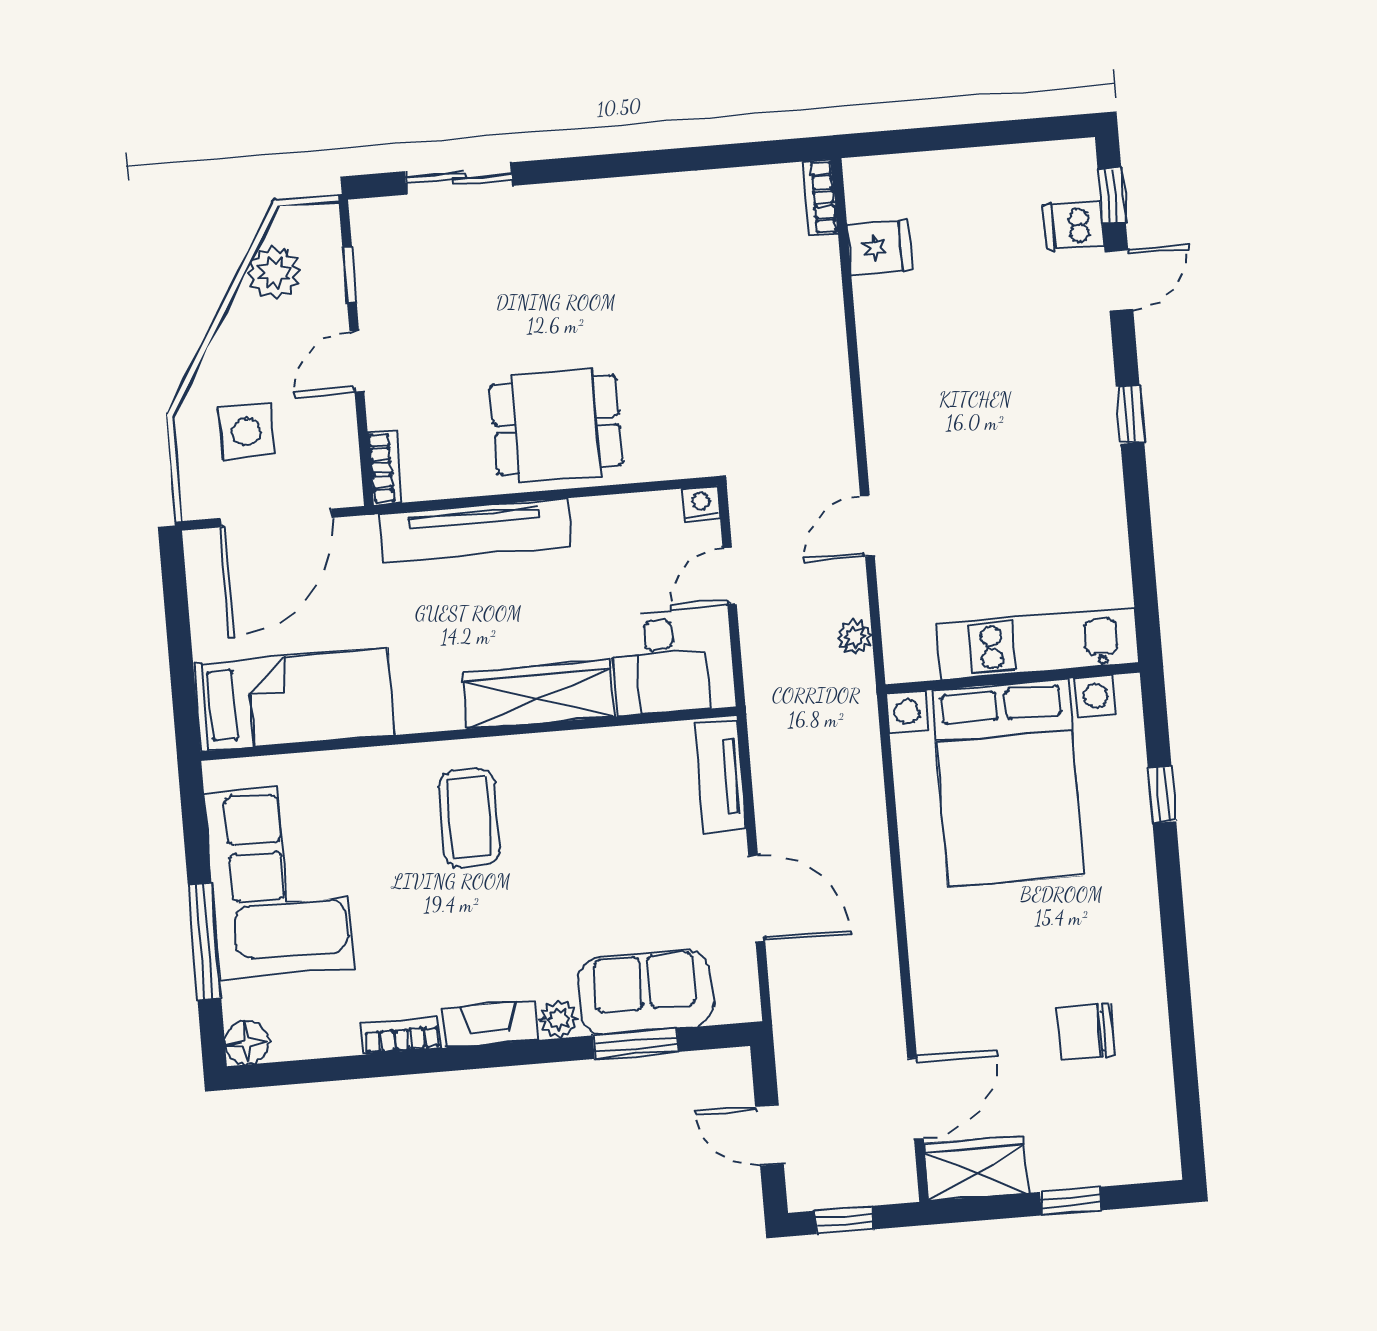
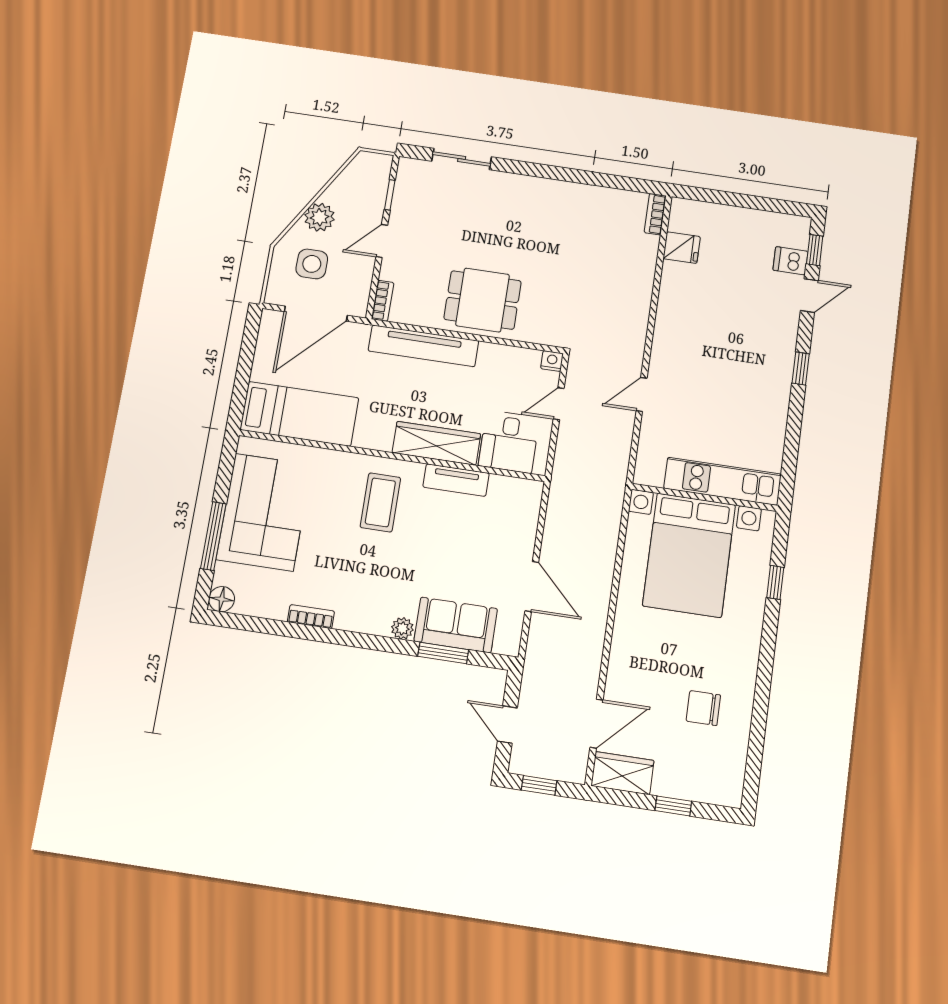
plant: (274, 273) -> (320, 217), moved
plant: (854, 637) -> (621, 453), removed
tv unit: (721, 777) -> (456, 480), moved, turned -90
fireplace: (490, 1024) -> (362, 622), removed

